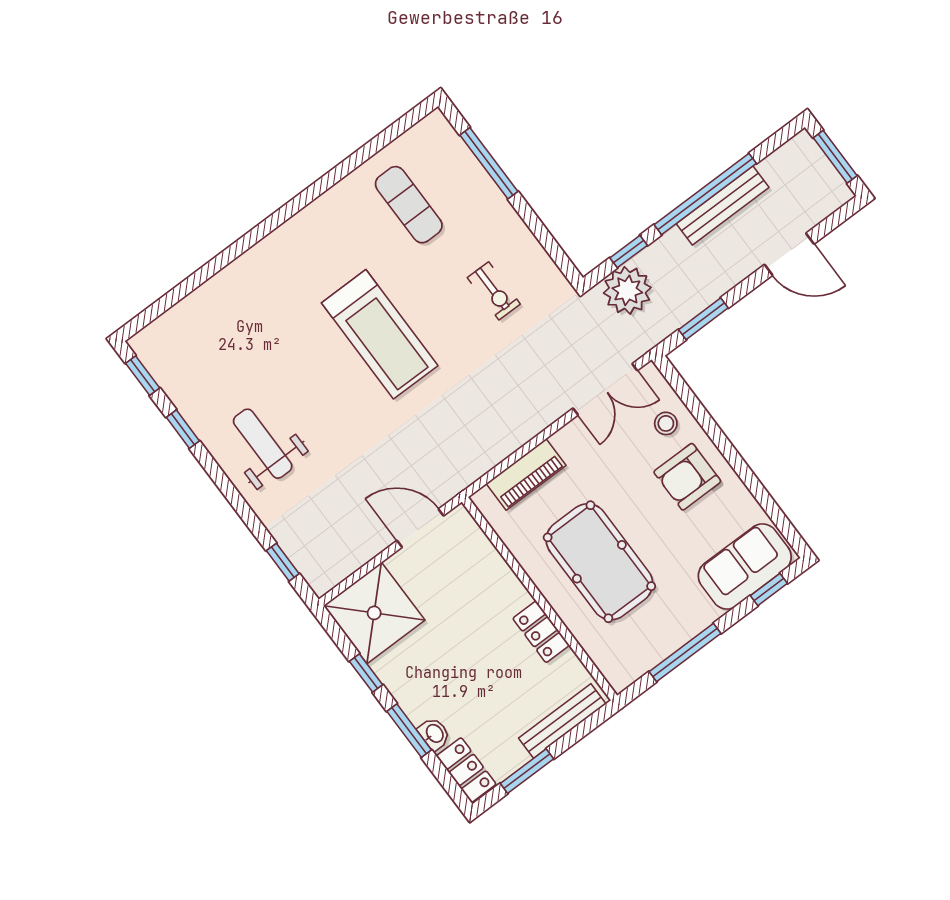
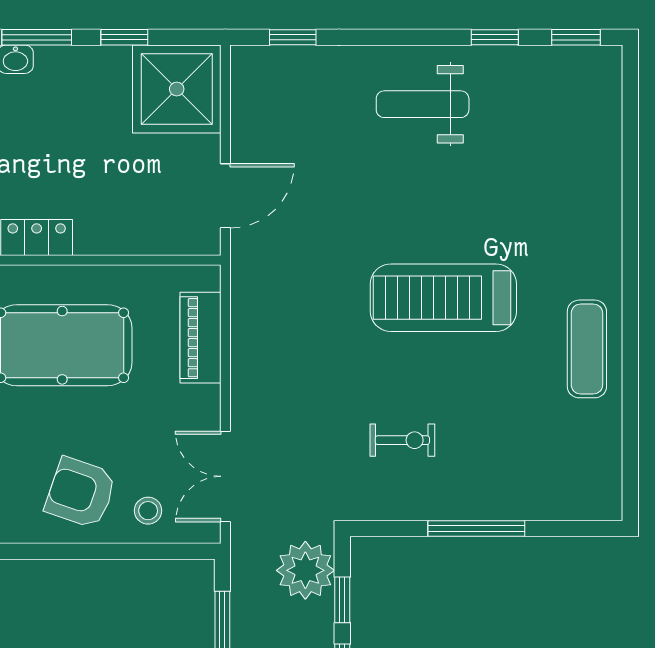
window: (489, 163) -> (476, 529), moved
exercise mat: (409, 205) -> (587, 349), moved, turned 90
exercise bike: (494, 291) -> (402, 440), turned 180
weight bench: (263, 444) -> (423, 104), turned 180
armchair: (687, 477) -> (81, 493), turned -71

